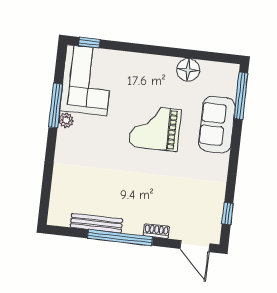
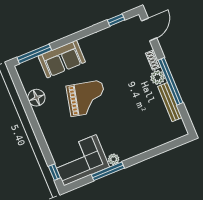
grand piano: (155, 128) -> (86, 98), turned -77
plant: (133, 225) -> (157, 77), added

